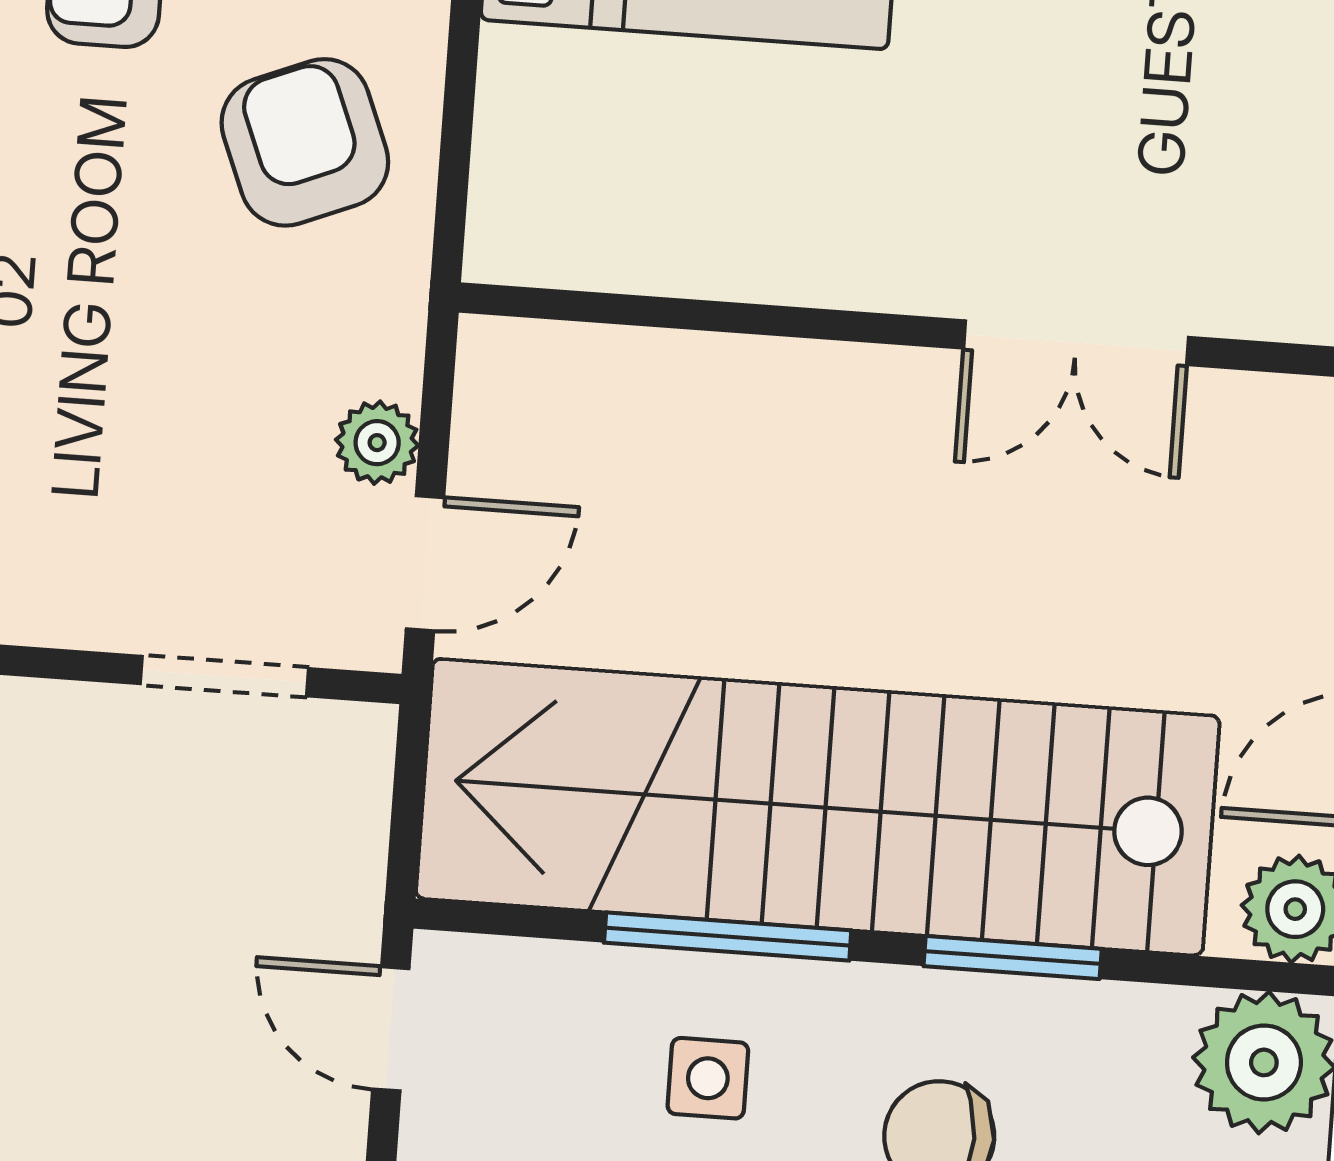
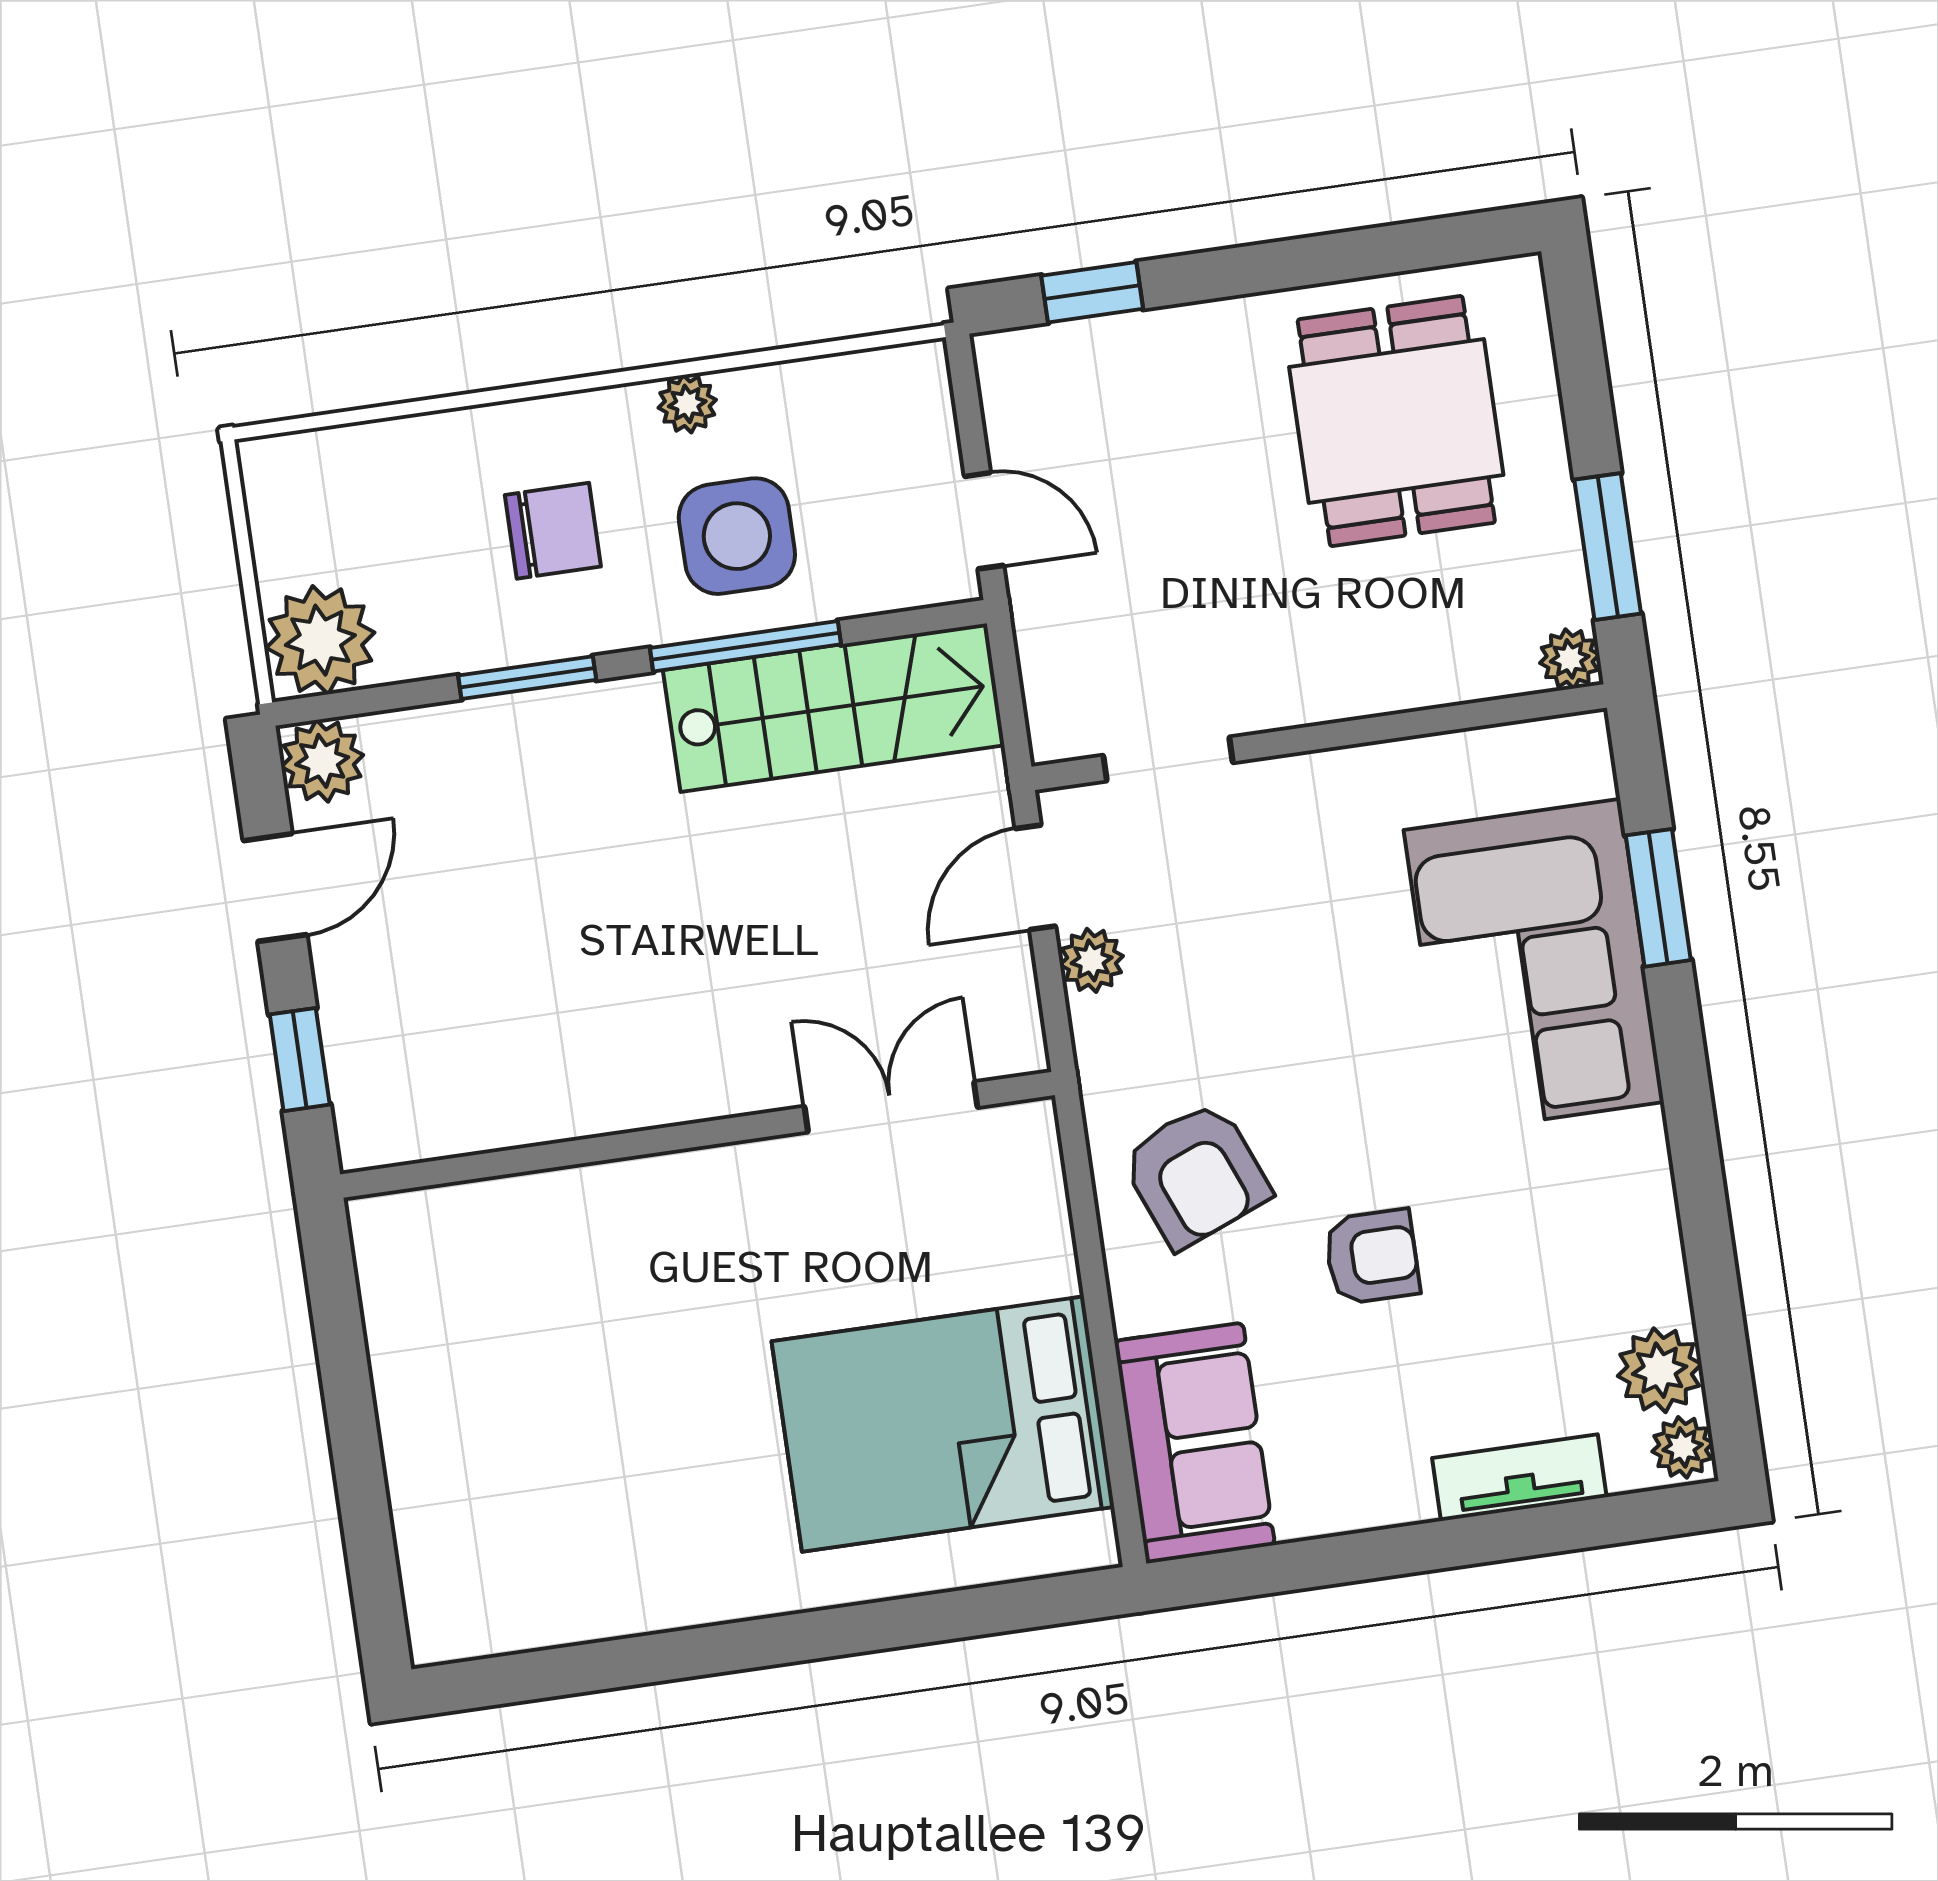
double door: (1076, 343) -> (891, 1107), moved
stairs: (818, 807) -> (834, 708), width x0.54, depth x0.66
side table: (708, 1078) -> (737, 536), width x1.87, depth x1.87

